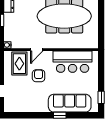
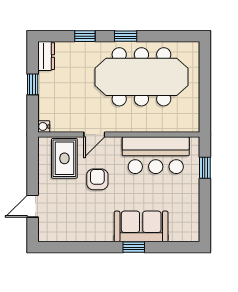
window: (101, 97) -> (205, 168), moved
sofa: (70, 103) -> (141, 226), width x0.73

